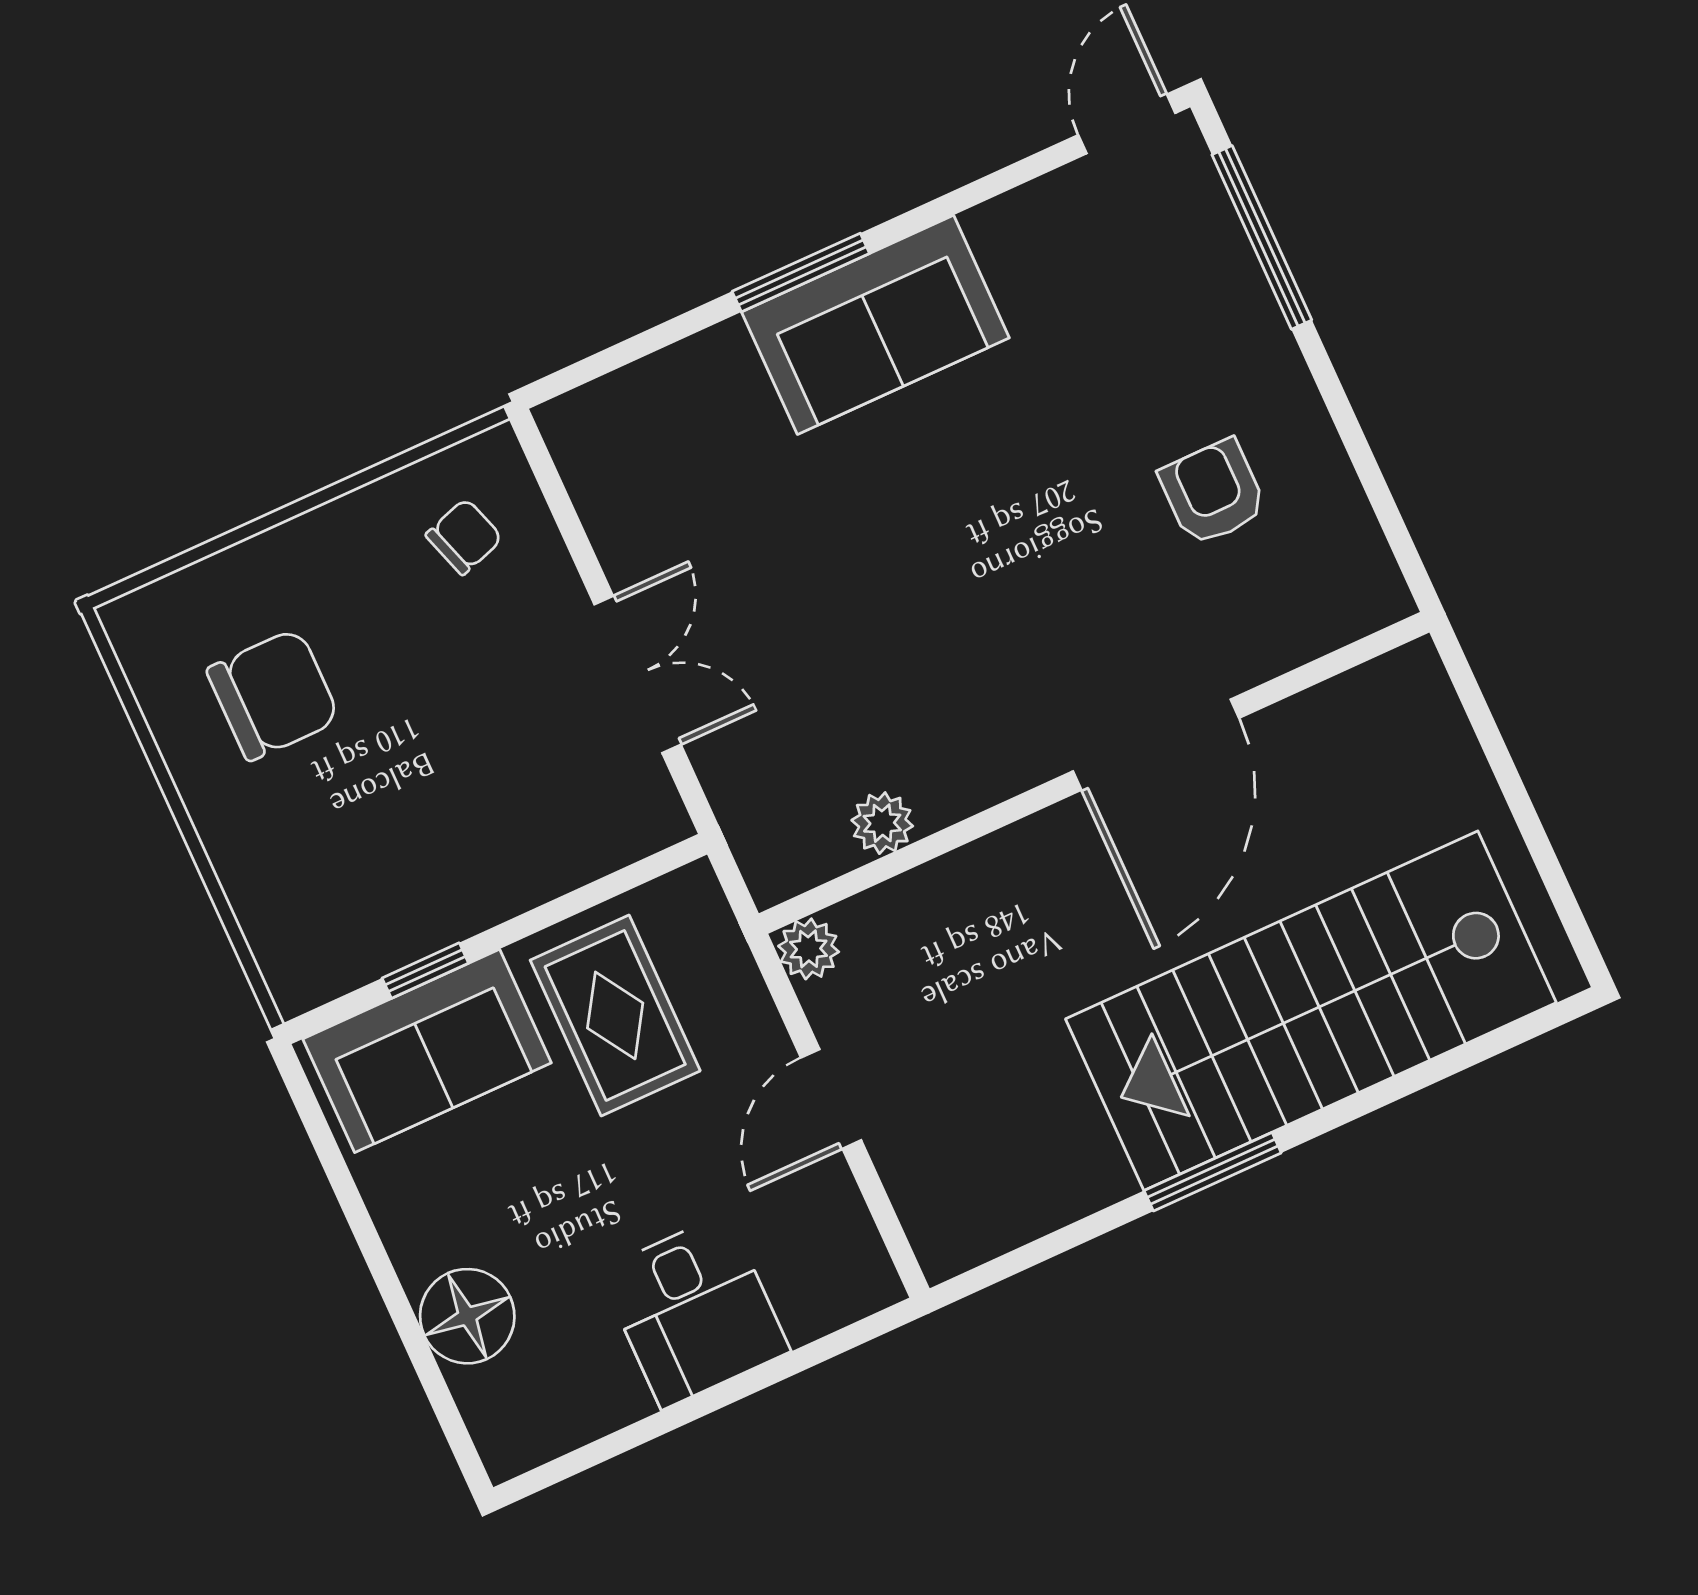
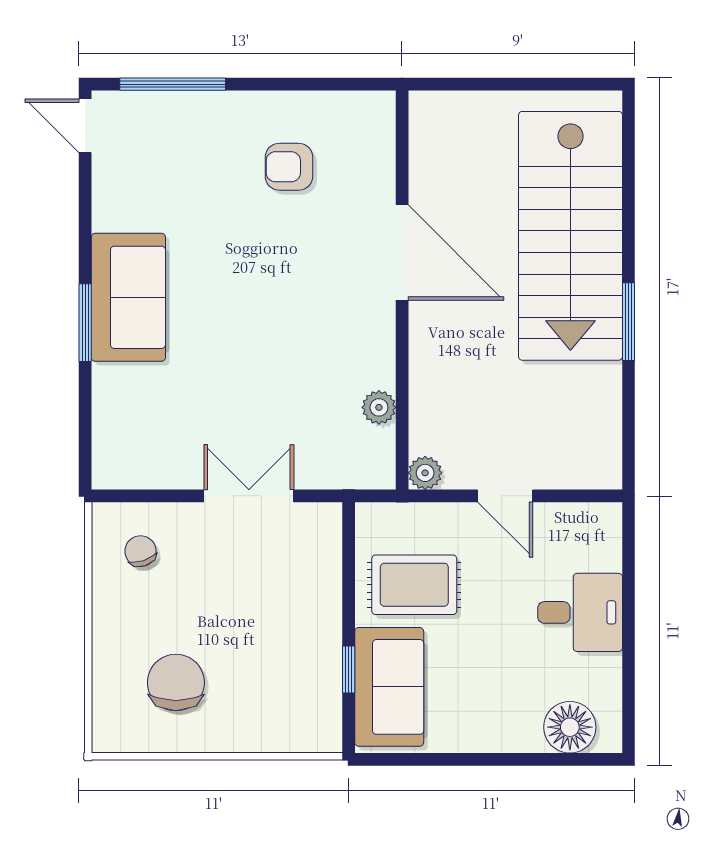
floor lamp: (467, 1316) -> (570, 727), moved

